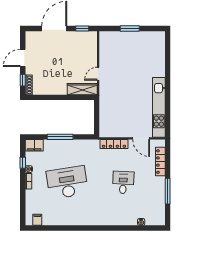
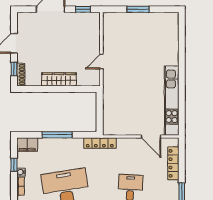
wardrobe: (82, 89) -> (59, 79), moved
locker: (114, 144) -> (100, 143), moved

